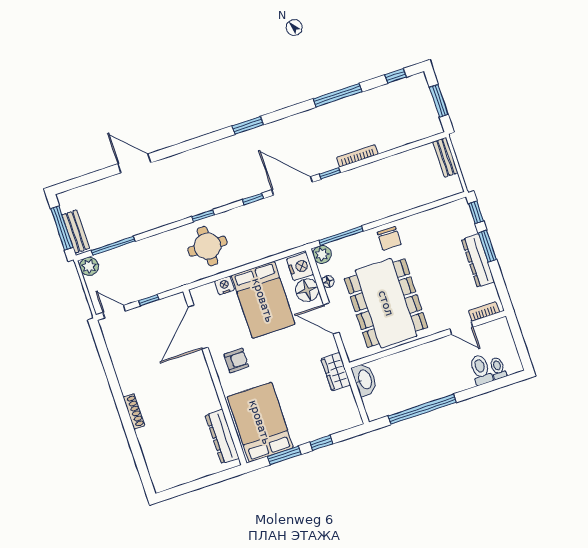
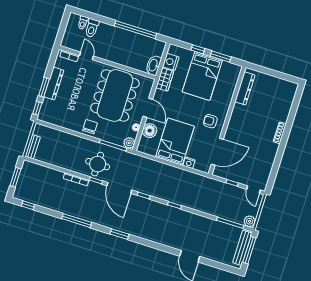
window: (338, 95) -> (77, 221), moved
bench: (76, 232) -> (242, 248), width x1.36
round table: (207, 246) -> (98, 164), moved
nightstand: (300, 267) -> (171, 62), moved
bed: (260, 422) -> (202, 76), moved

